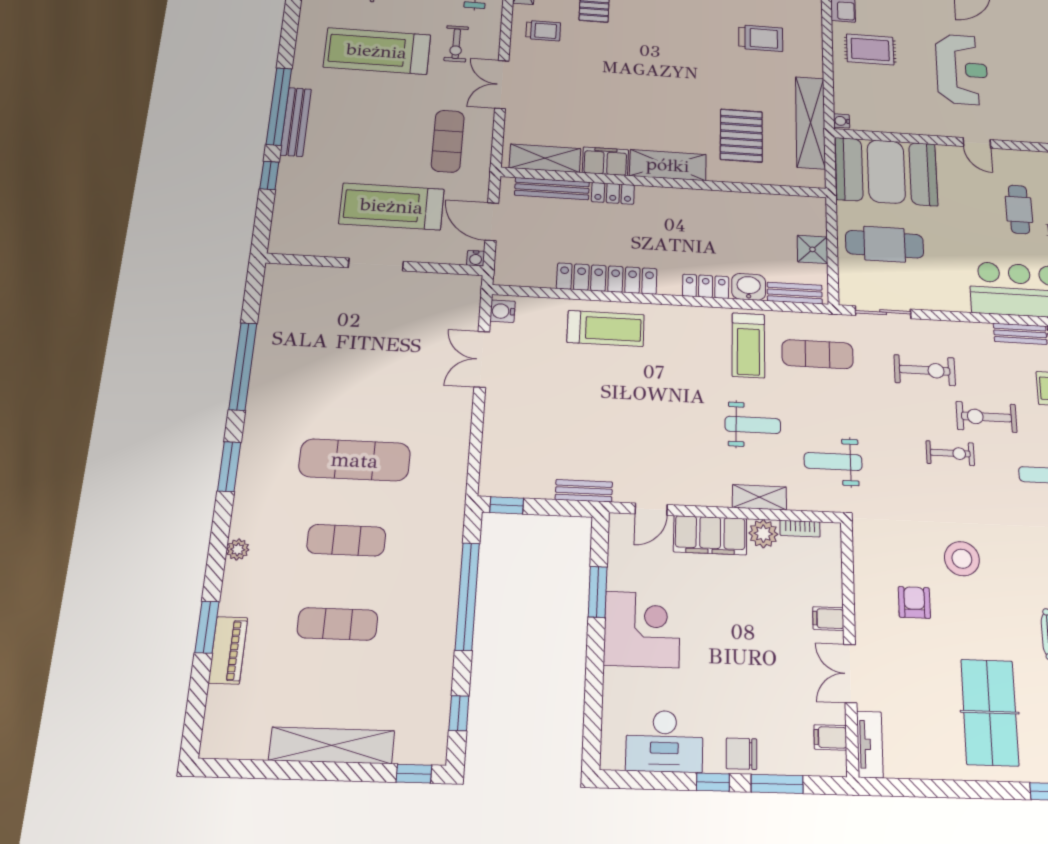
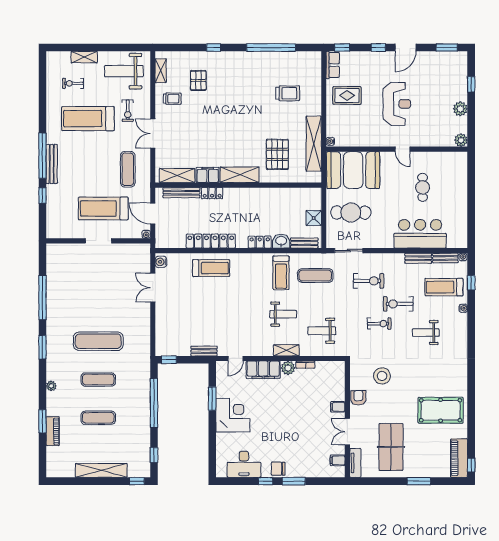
filing cabinet: (828, 619) -> (338, 407), moved
wall: (850, 646) -> (347, 419), moved
double door: (850, 674) -> (347, 432), moved
filing cabinet: (830, 737) -> (338, 460), moved
tv unit: (870, 744) -> (355, 463), moved

